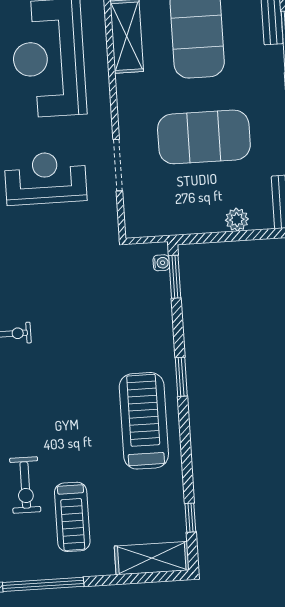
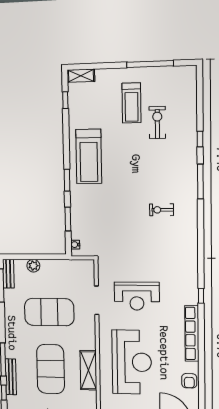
window: (175, 277) -> (68, 219), moved
treadmill: (72, 517) -> (131, 103), turned 180
shelving: (152, 558) -> (81, 76), width x0.67, depth x0.75

